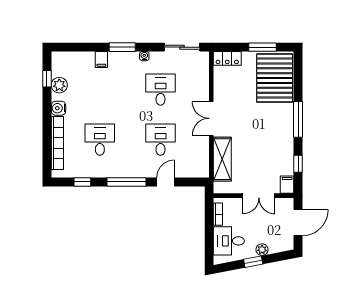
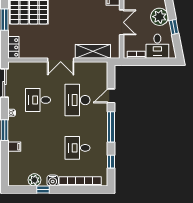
window: (47, 79) -> (43, 190), moved
desk: (161, 140) -> (77, 100), width x1.37
door: (166, 182) -> (111, 96), hinge flipped
plant: (262, 250) -> (159, 17), width x1.88, depth x1.88

